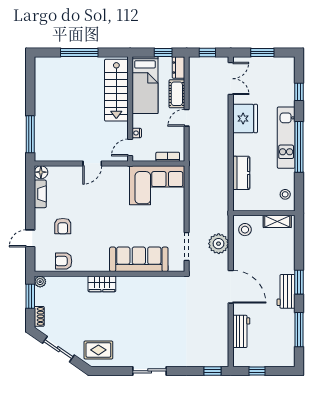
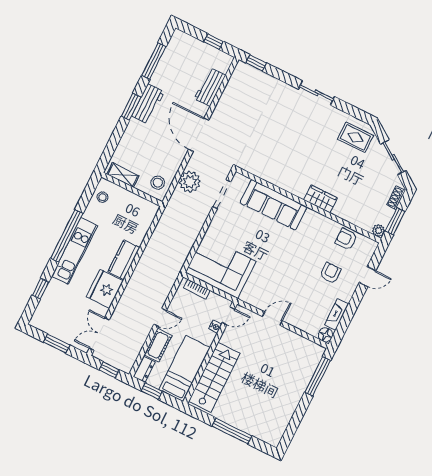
kitchen counter: (241, 173) -> (124, 260), moved
armchair: (64, 261) -> (346, 239), turned 180

